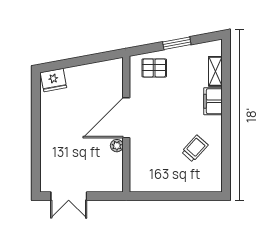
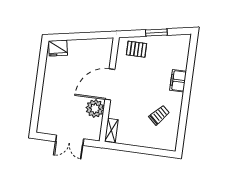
shelving: (215, 71) -> (111, 130), moved
plant: (117, 146) -> (95, 108), width x1.87, depth x1.87
double door: (69, 196) -> (70, 140), moved

